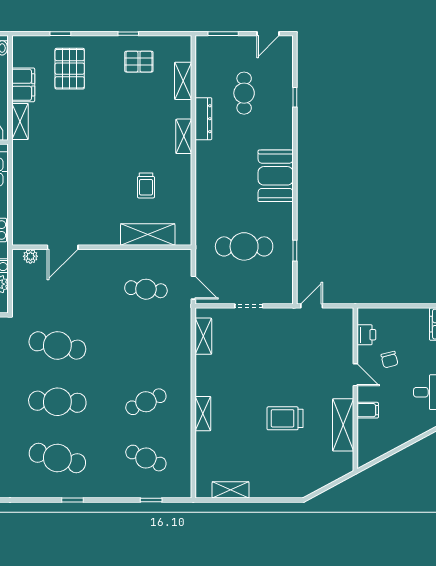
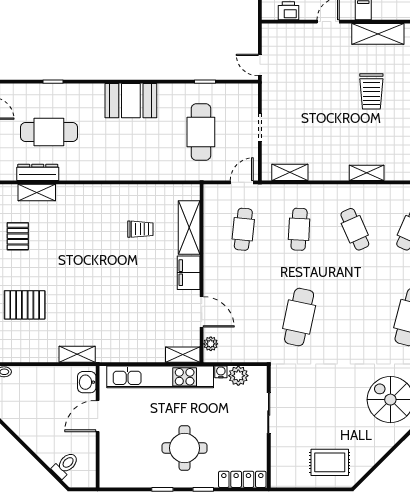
filing cabinet: (23, 85) -> (189, 273), moved, turned -90
cafe table: (244, 93) -> (49, 132), width x1.37, depth x1.35
dresser: (203, 119) -> (38, 172), moved
shelving: (184, 136) -> (183, 355), moved
cafe table: (57, 402) -> (299, 229), moved, width x0.73, depth x0.74

